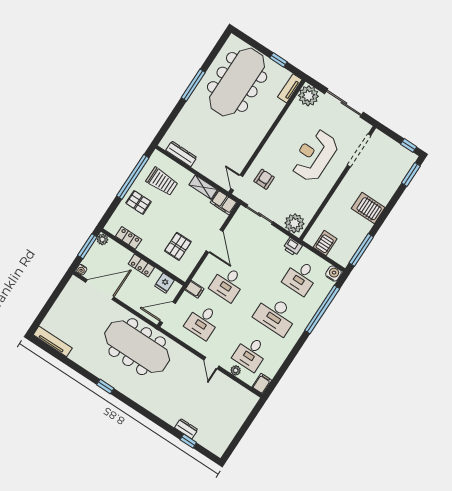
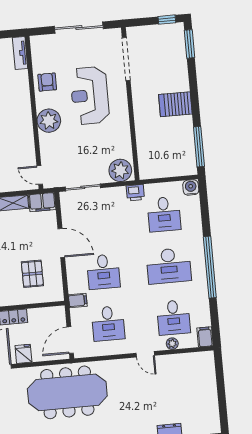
plant: (308, 96) -> (49, 121), moved
armchair: (264, 179) -> (47, 82), moved
server rack: (325, 243) -> (162, 166), removed
fridge: (164, 283) -> (23, 354), moved, turned 180
window: (322, 309) -> (210, 267), moved

